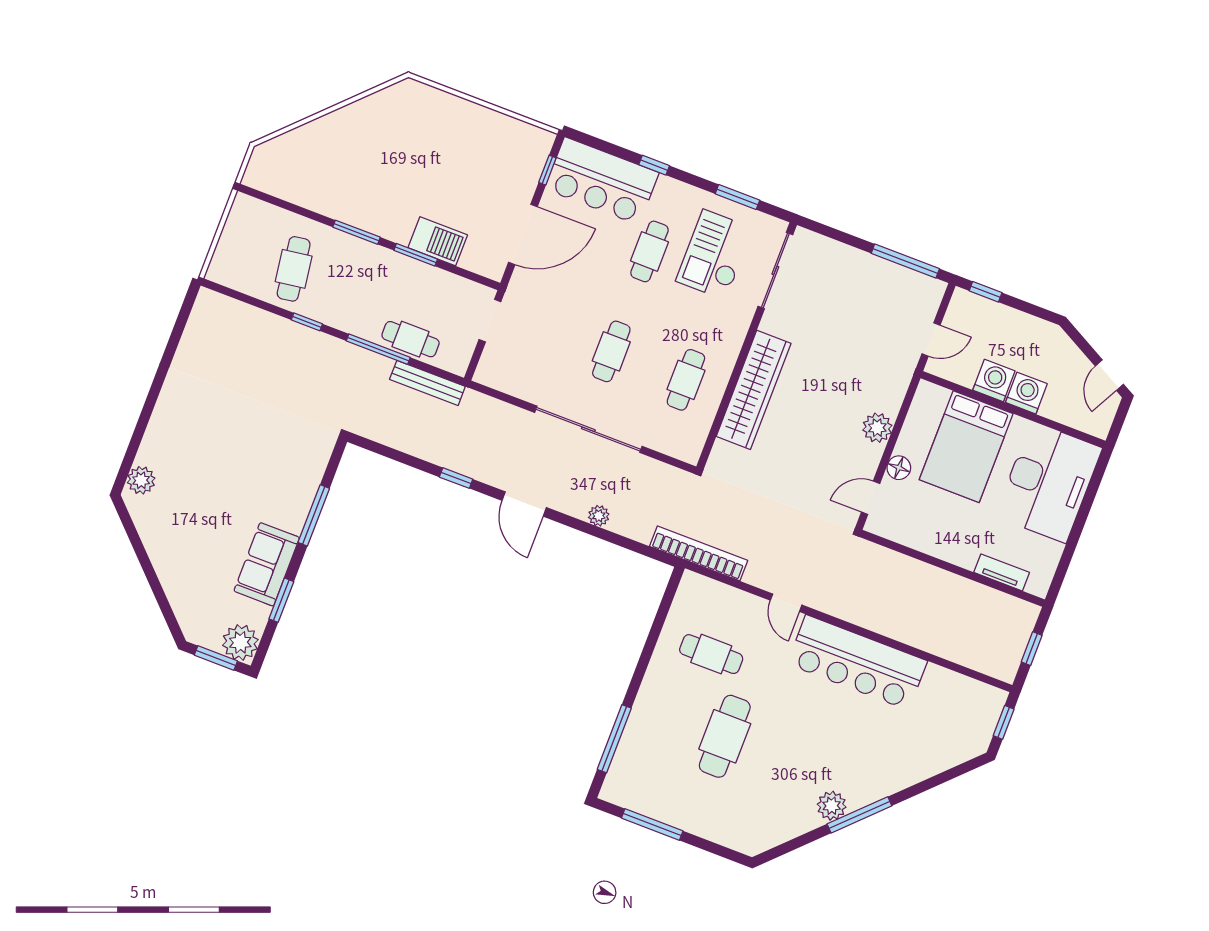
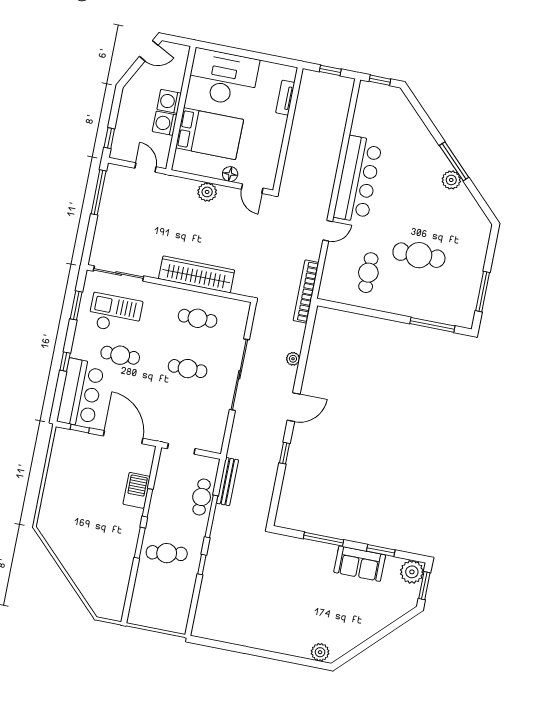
checkout: (714, 255) -> (115, 314), turned 180
cafe table: (294, 269) -> (167, 553), moved

